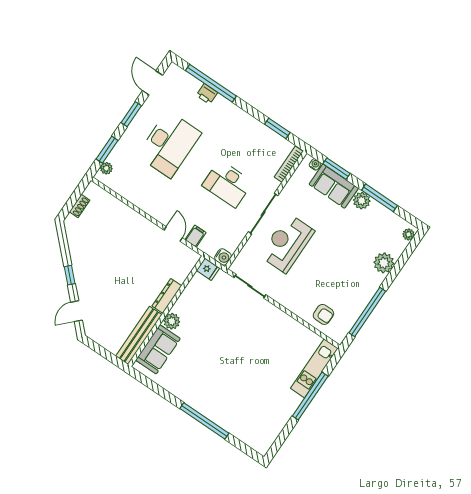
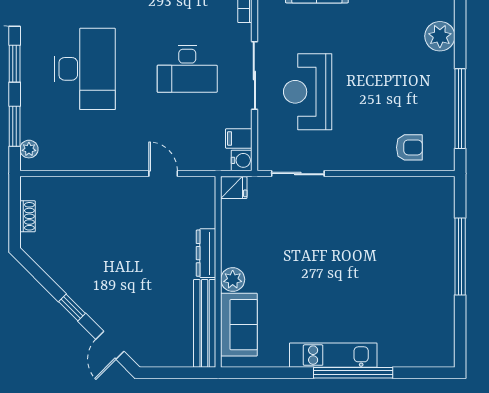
filing cabinet: (196, 236) -> (239, 138), moved, turned -90
kitchen unit: (314, 368) -> (333, 355), moved, turned 90

